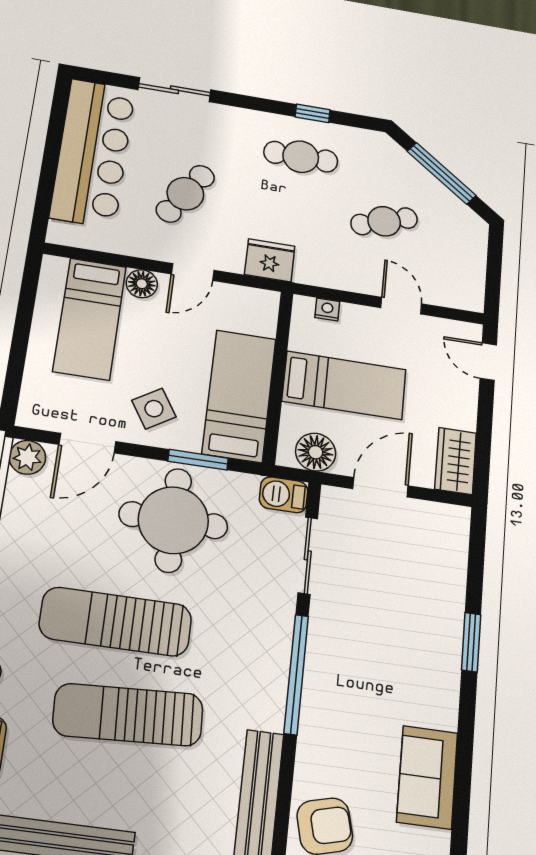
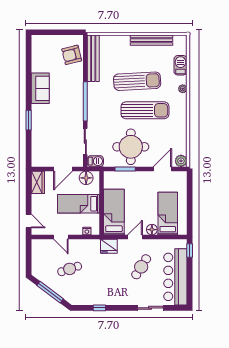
cafe table: (301, 157) -> (102, 289), removed
window: (42, 212) -> (190, 250), added
bed: (239, 396) -> (114, 212), moved, turned 180
side table: (154, 409) -> (142, 185), removed
sofa: (427, 777) -> (40, 88), moved

